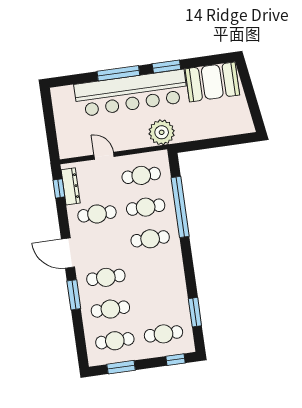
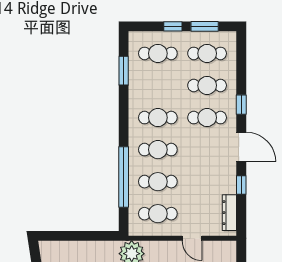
window: (59, 188) -> (241, 185), moved
cafe table: (97, 214) -> (158, 118), moved
window: (74, 295) -> (241, 105), width x0.67
window: (175, 360) -> (173, 26), moved

